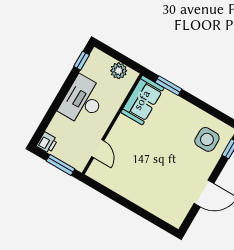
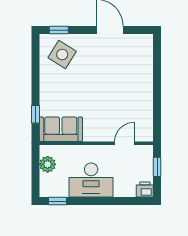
window: (169, 86) -> (35, 114), width x0.67
side table: (207, 139) -> (62, 55), turned 32
window: (61, 165) -> (157, 167), width x0.67

